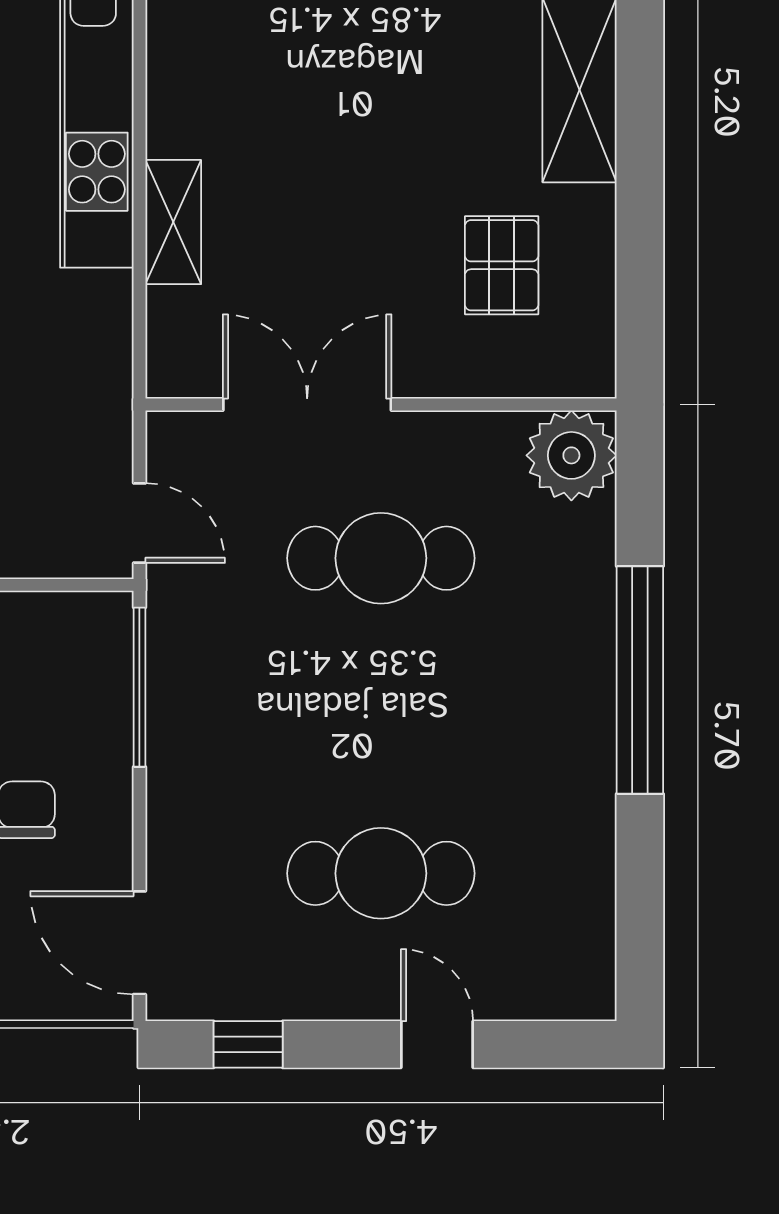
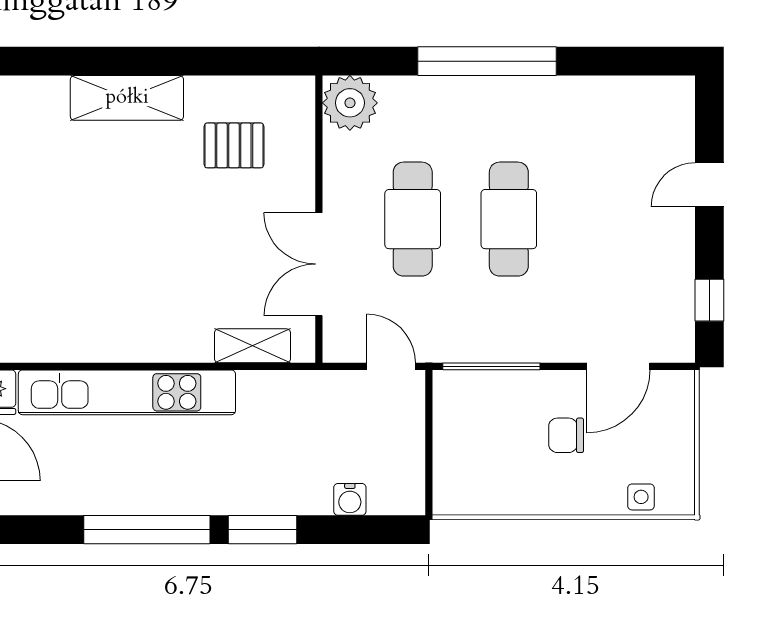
shelving: (173, 222) -> (252, 346), moved
door: (139, 523) -> (391, 366), hinge flipped
cafe table: (381, 873) -> (509, 219), moved
door: (139, 943) -> (618, 366), moved

